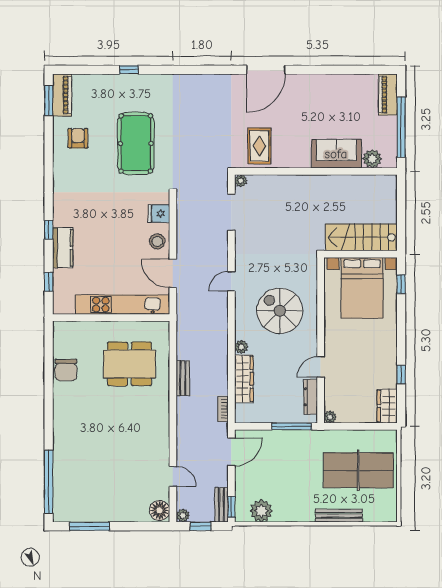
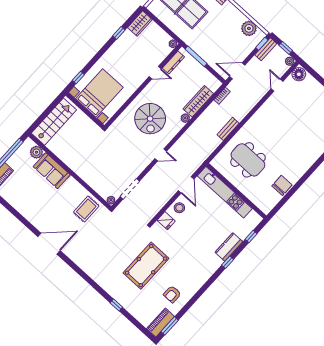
stairs: (361, 237) -> (54, 122), moved, turned -90

